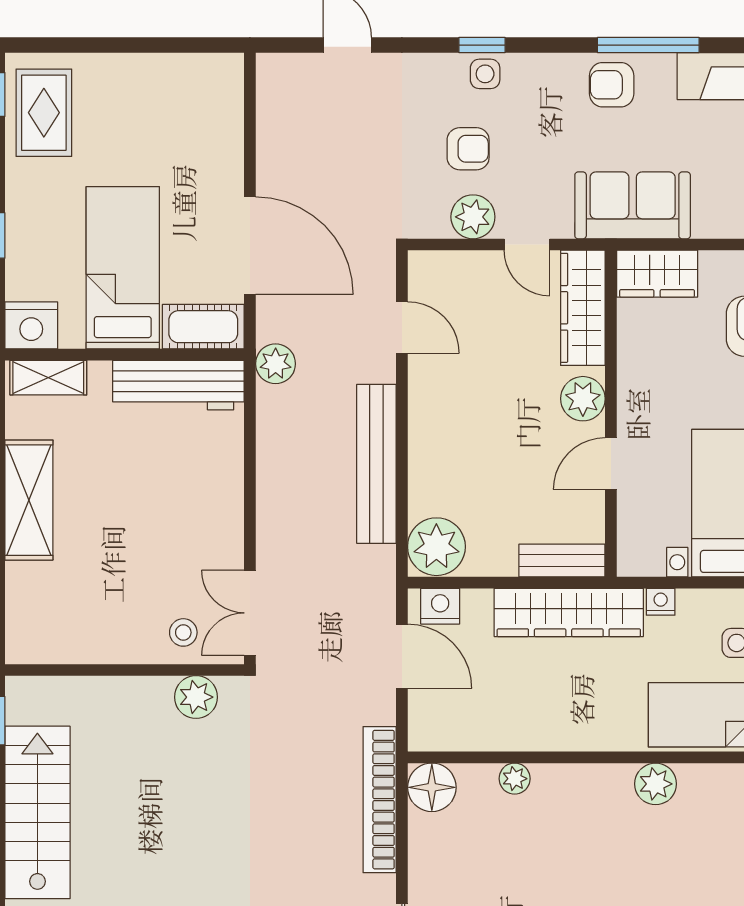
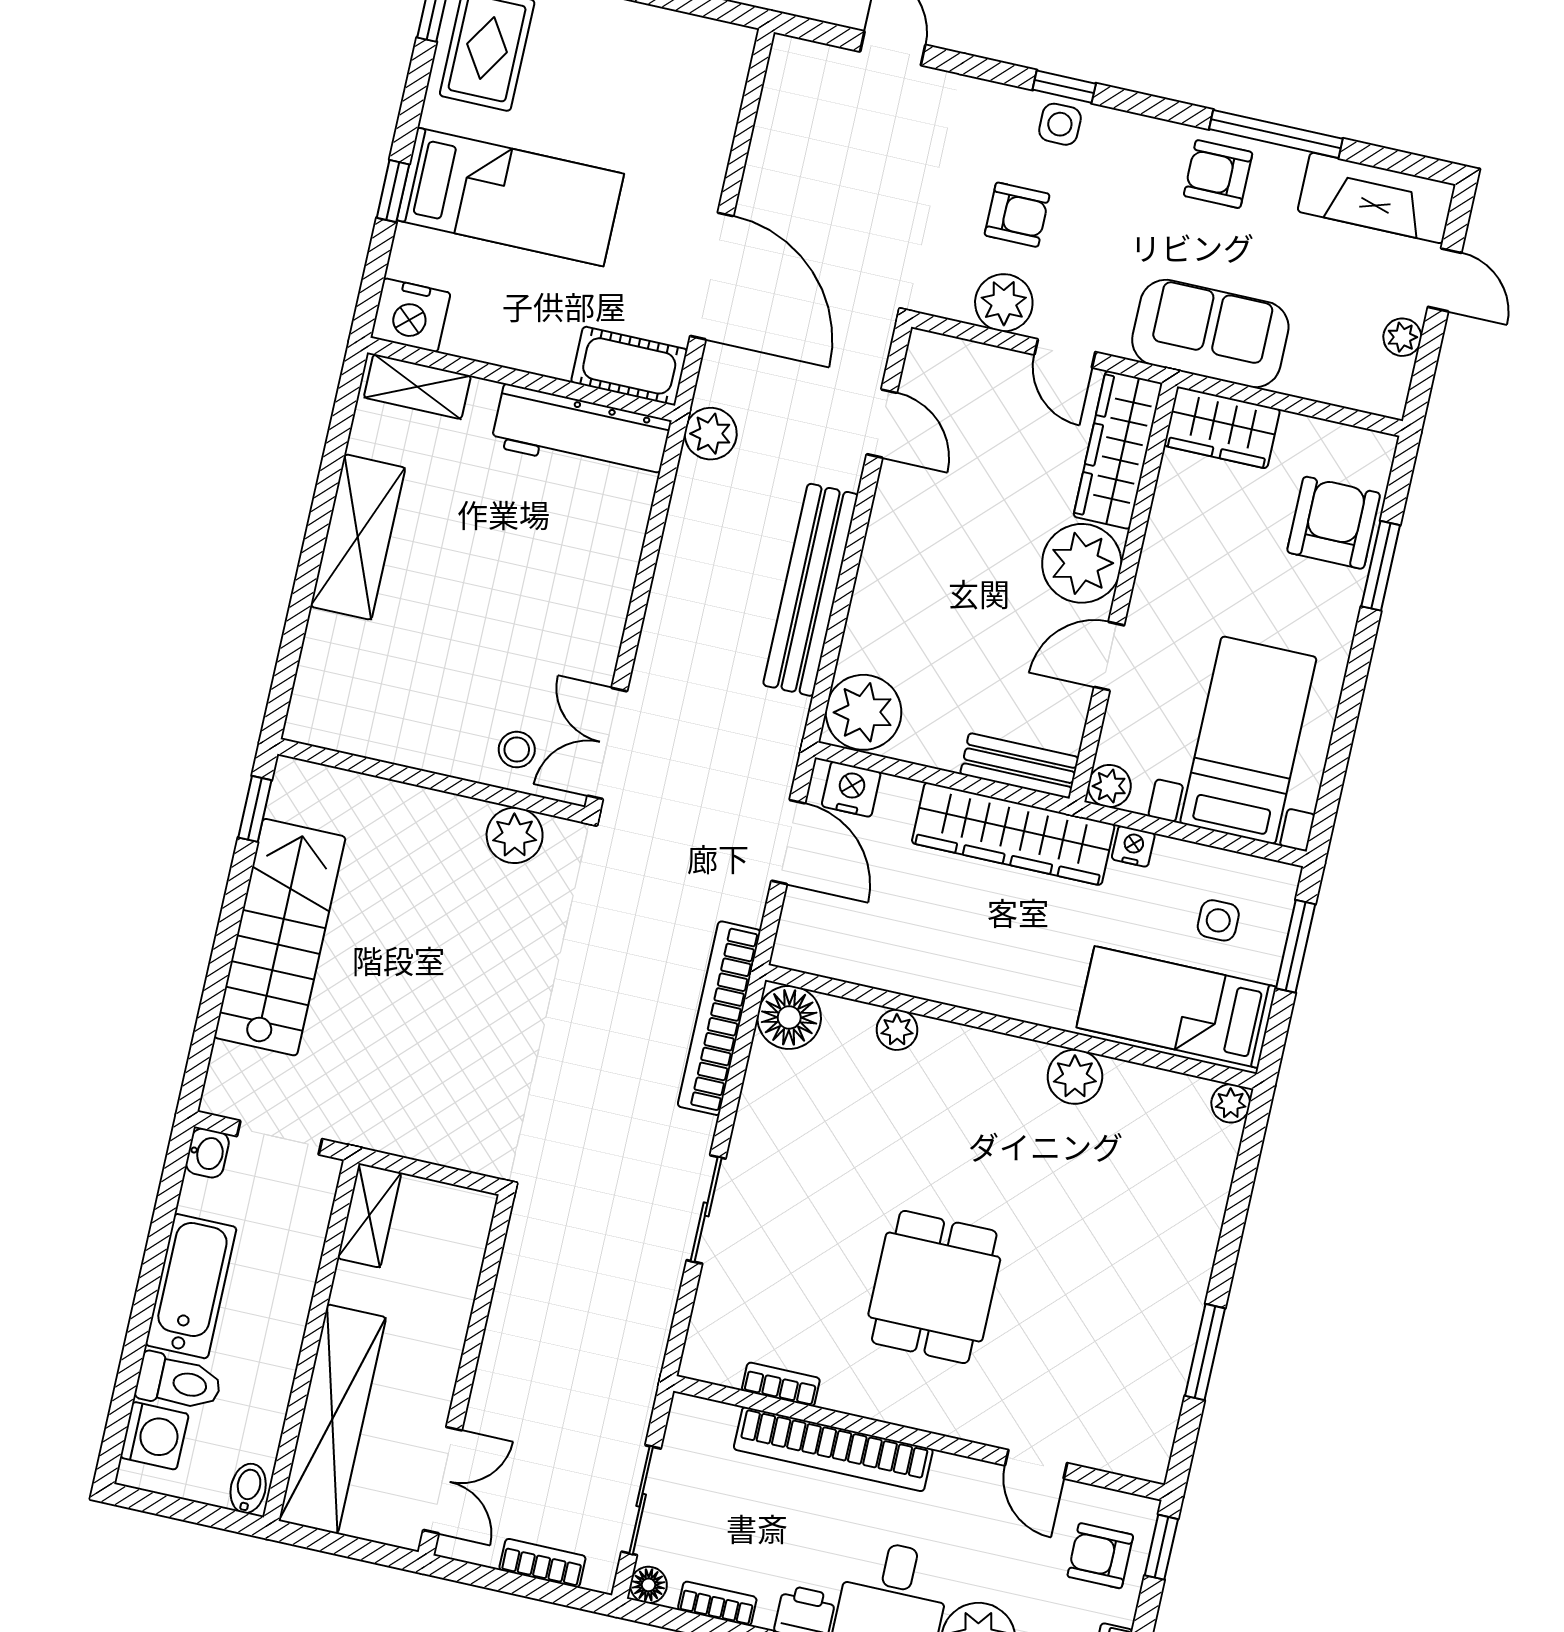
bed: (123, 268) -> (510, 197), moved, turned 90
plant: (583, 399) -> (1082, 563), width x1.36, depth x1.36
plant: (633, 561) -> (1109, 786), added

